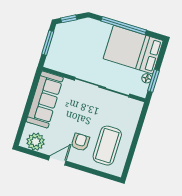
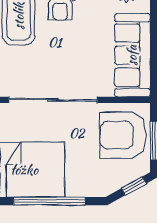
armchair: (66, 52) -> (123, 135), added

